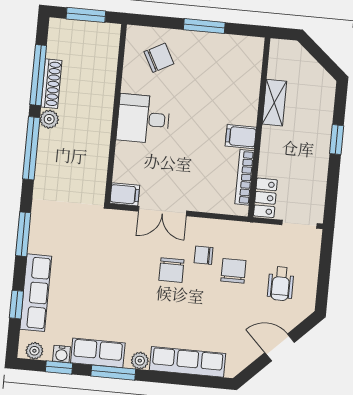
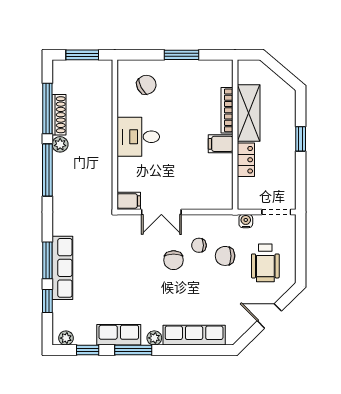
shelving: (274, 103) -> (249, 113), width x1.50, depth x1.33
bookcase: (245, 177) -> (227, 110), moved
locker: (265, 198) -> (246, 160), moved
window: (23, 234) -> (47, 260), moved
chair: (233, 271) -> (225, 256), turned -90
wheelchair: (281, 284) -> (265, 263), width x1.36, depth x1.37
row of seats: (36, 293) -> (62, 268), moved
water cooler: (61, 354) -> (246, 221), moved, turned 180

